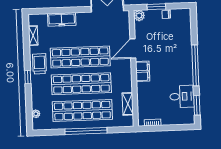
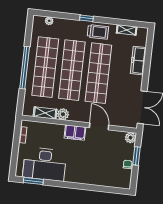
window: (195, 65) -> (73, 185), removed
plant: (126, 86) -> (63, 114), added
desk: (182, 96) -> (45, 164), width x1.87, depth x1.30

